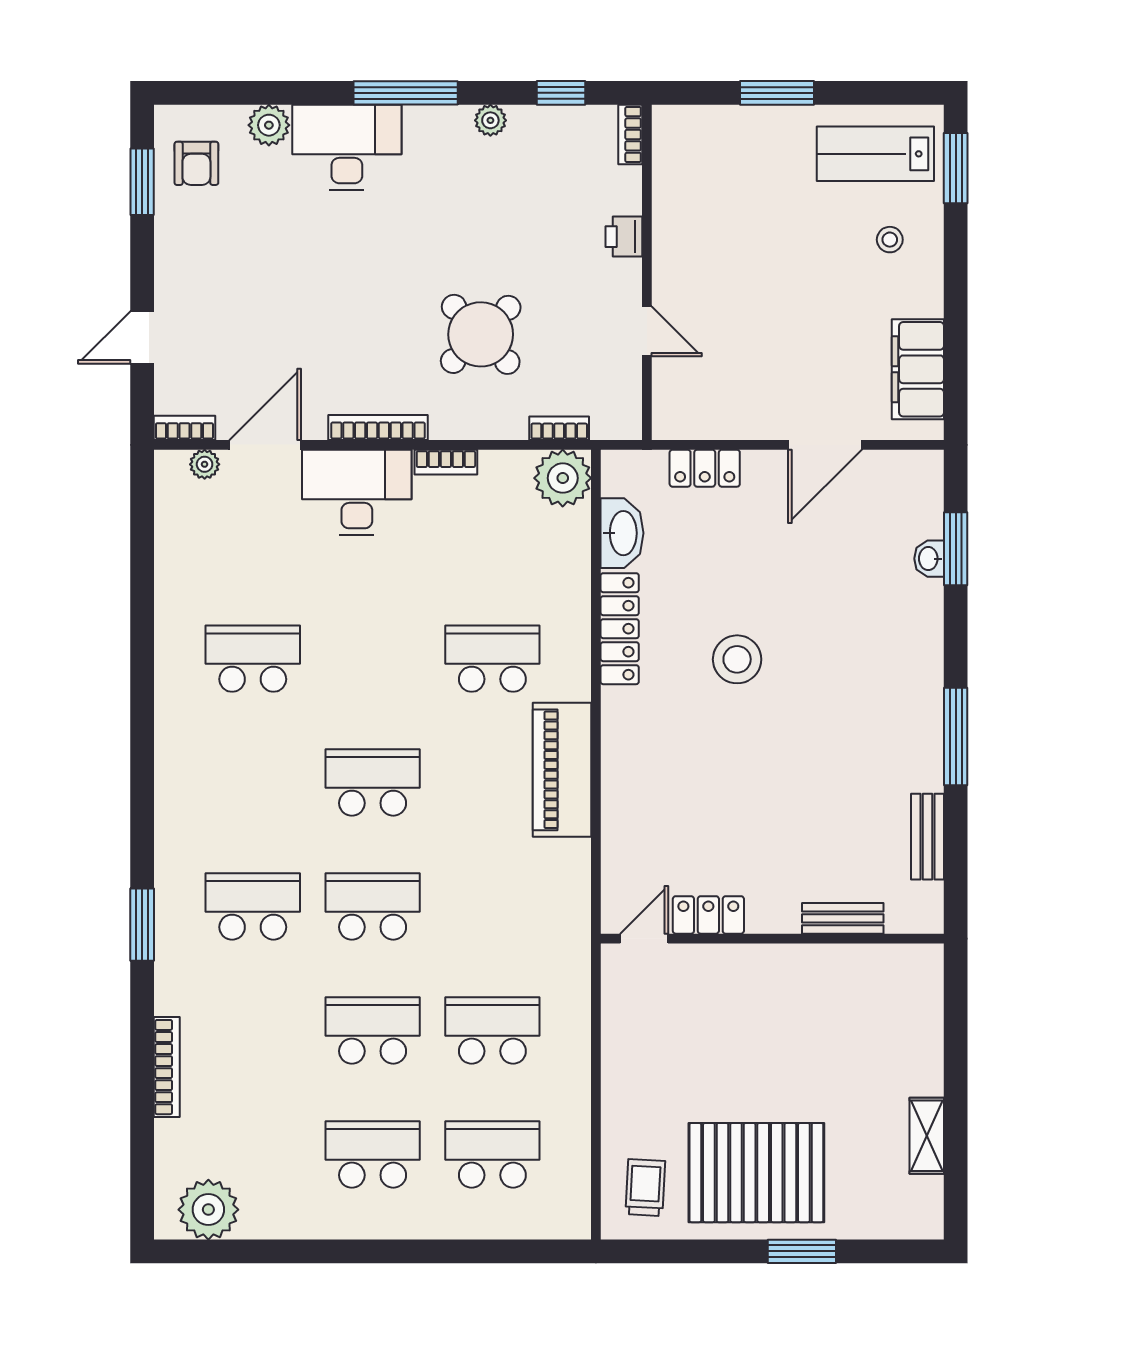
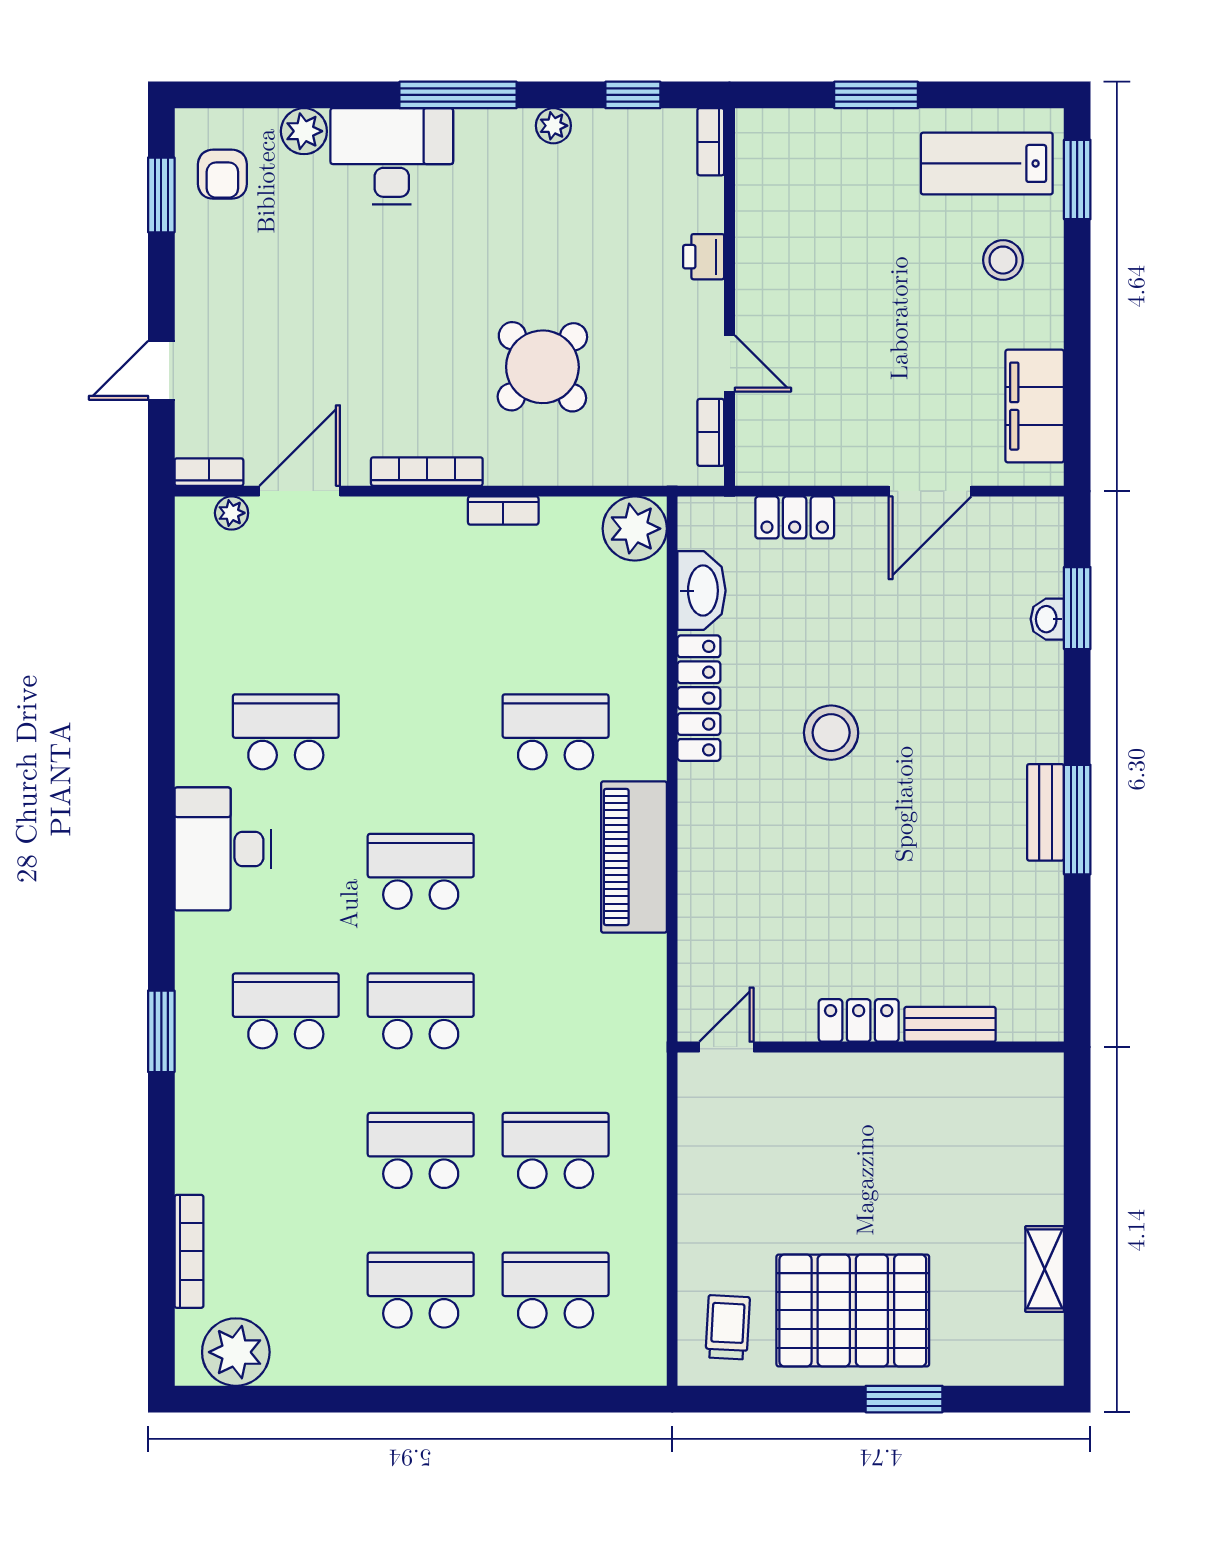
stool: (890, 240) -> (1003, 260), width x1.37, depth x1.37
bookcase: (559, 428) -> (711, 432), moved, turned -90
desk: (357, 492) -> (223, 849), moved, turned -90
bench: (928, 837) -> (1045, 812), moved
locker: (708, 915) -> (859, 1020), moved
bookcase: (167, 1067) -> (189, 1251), moved

